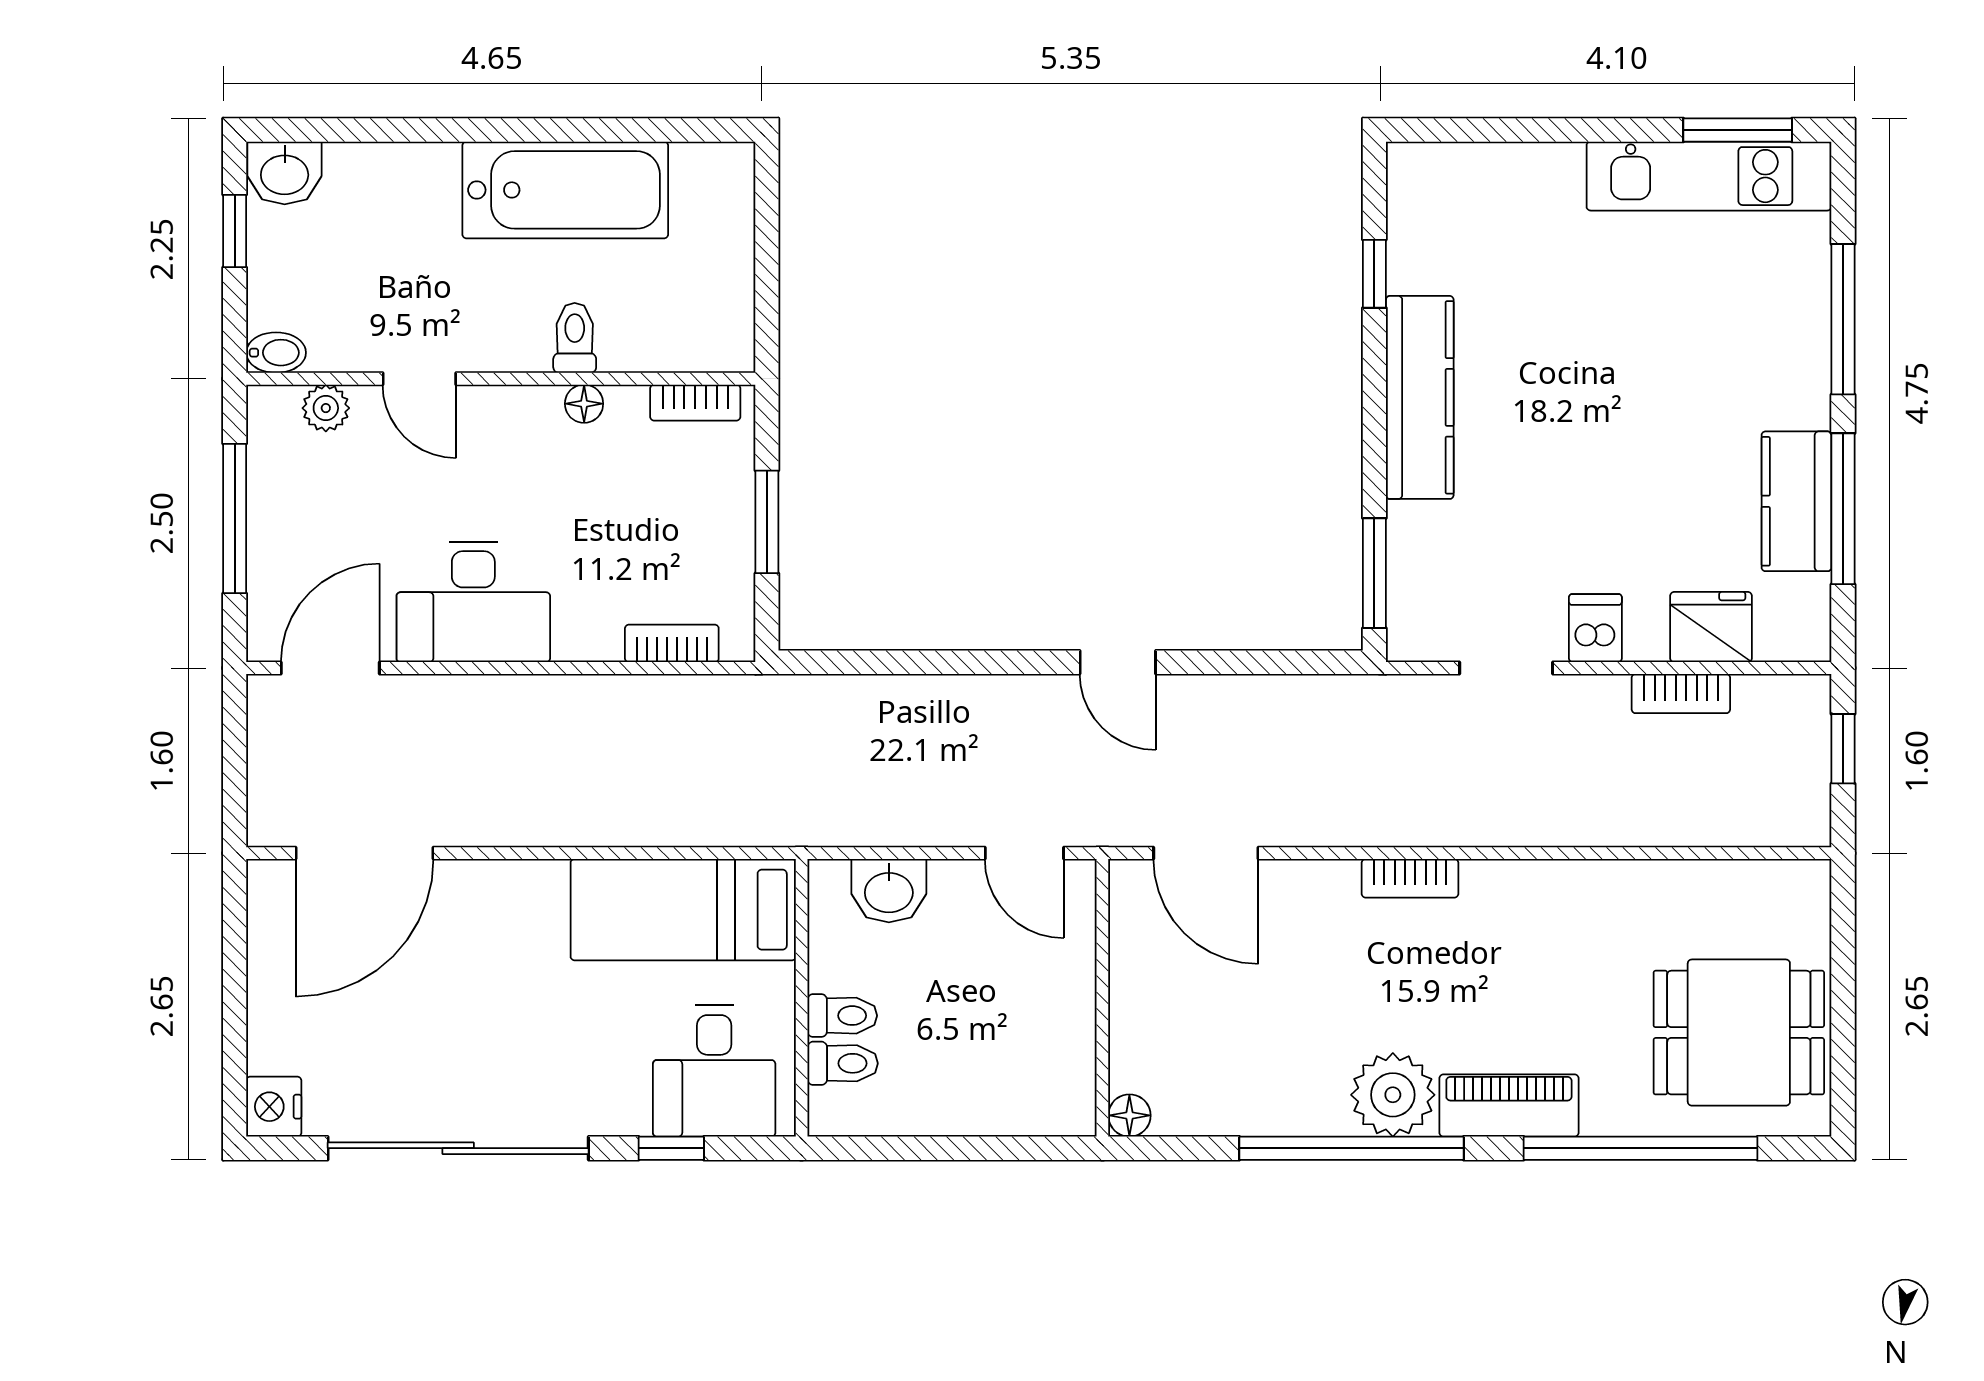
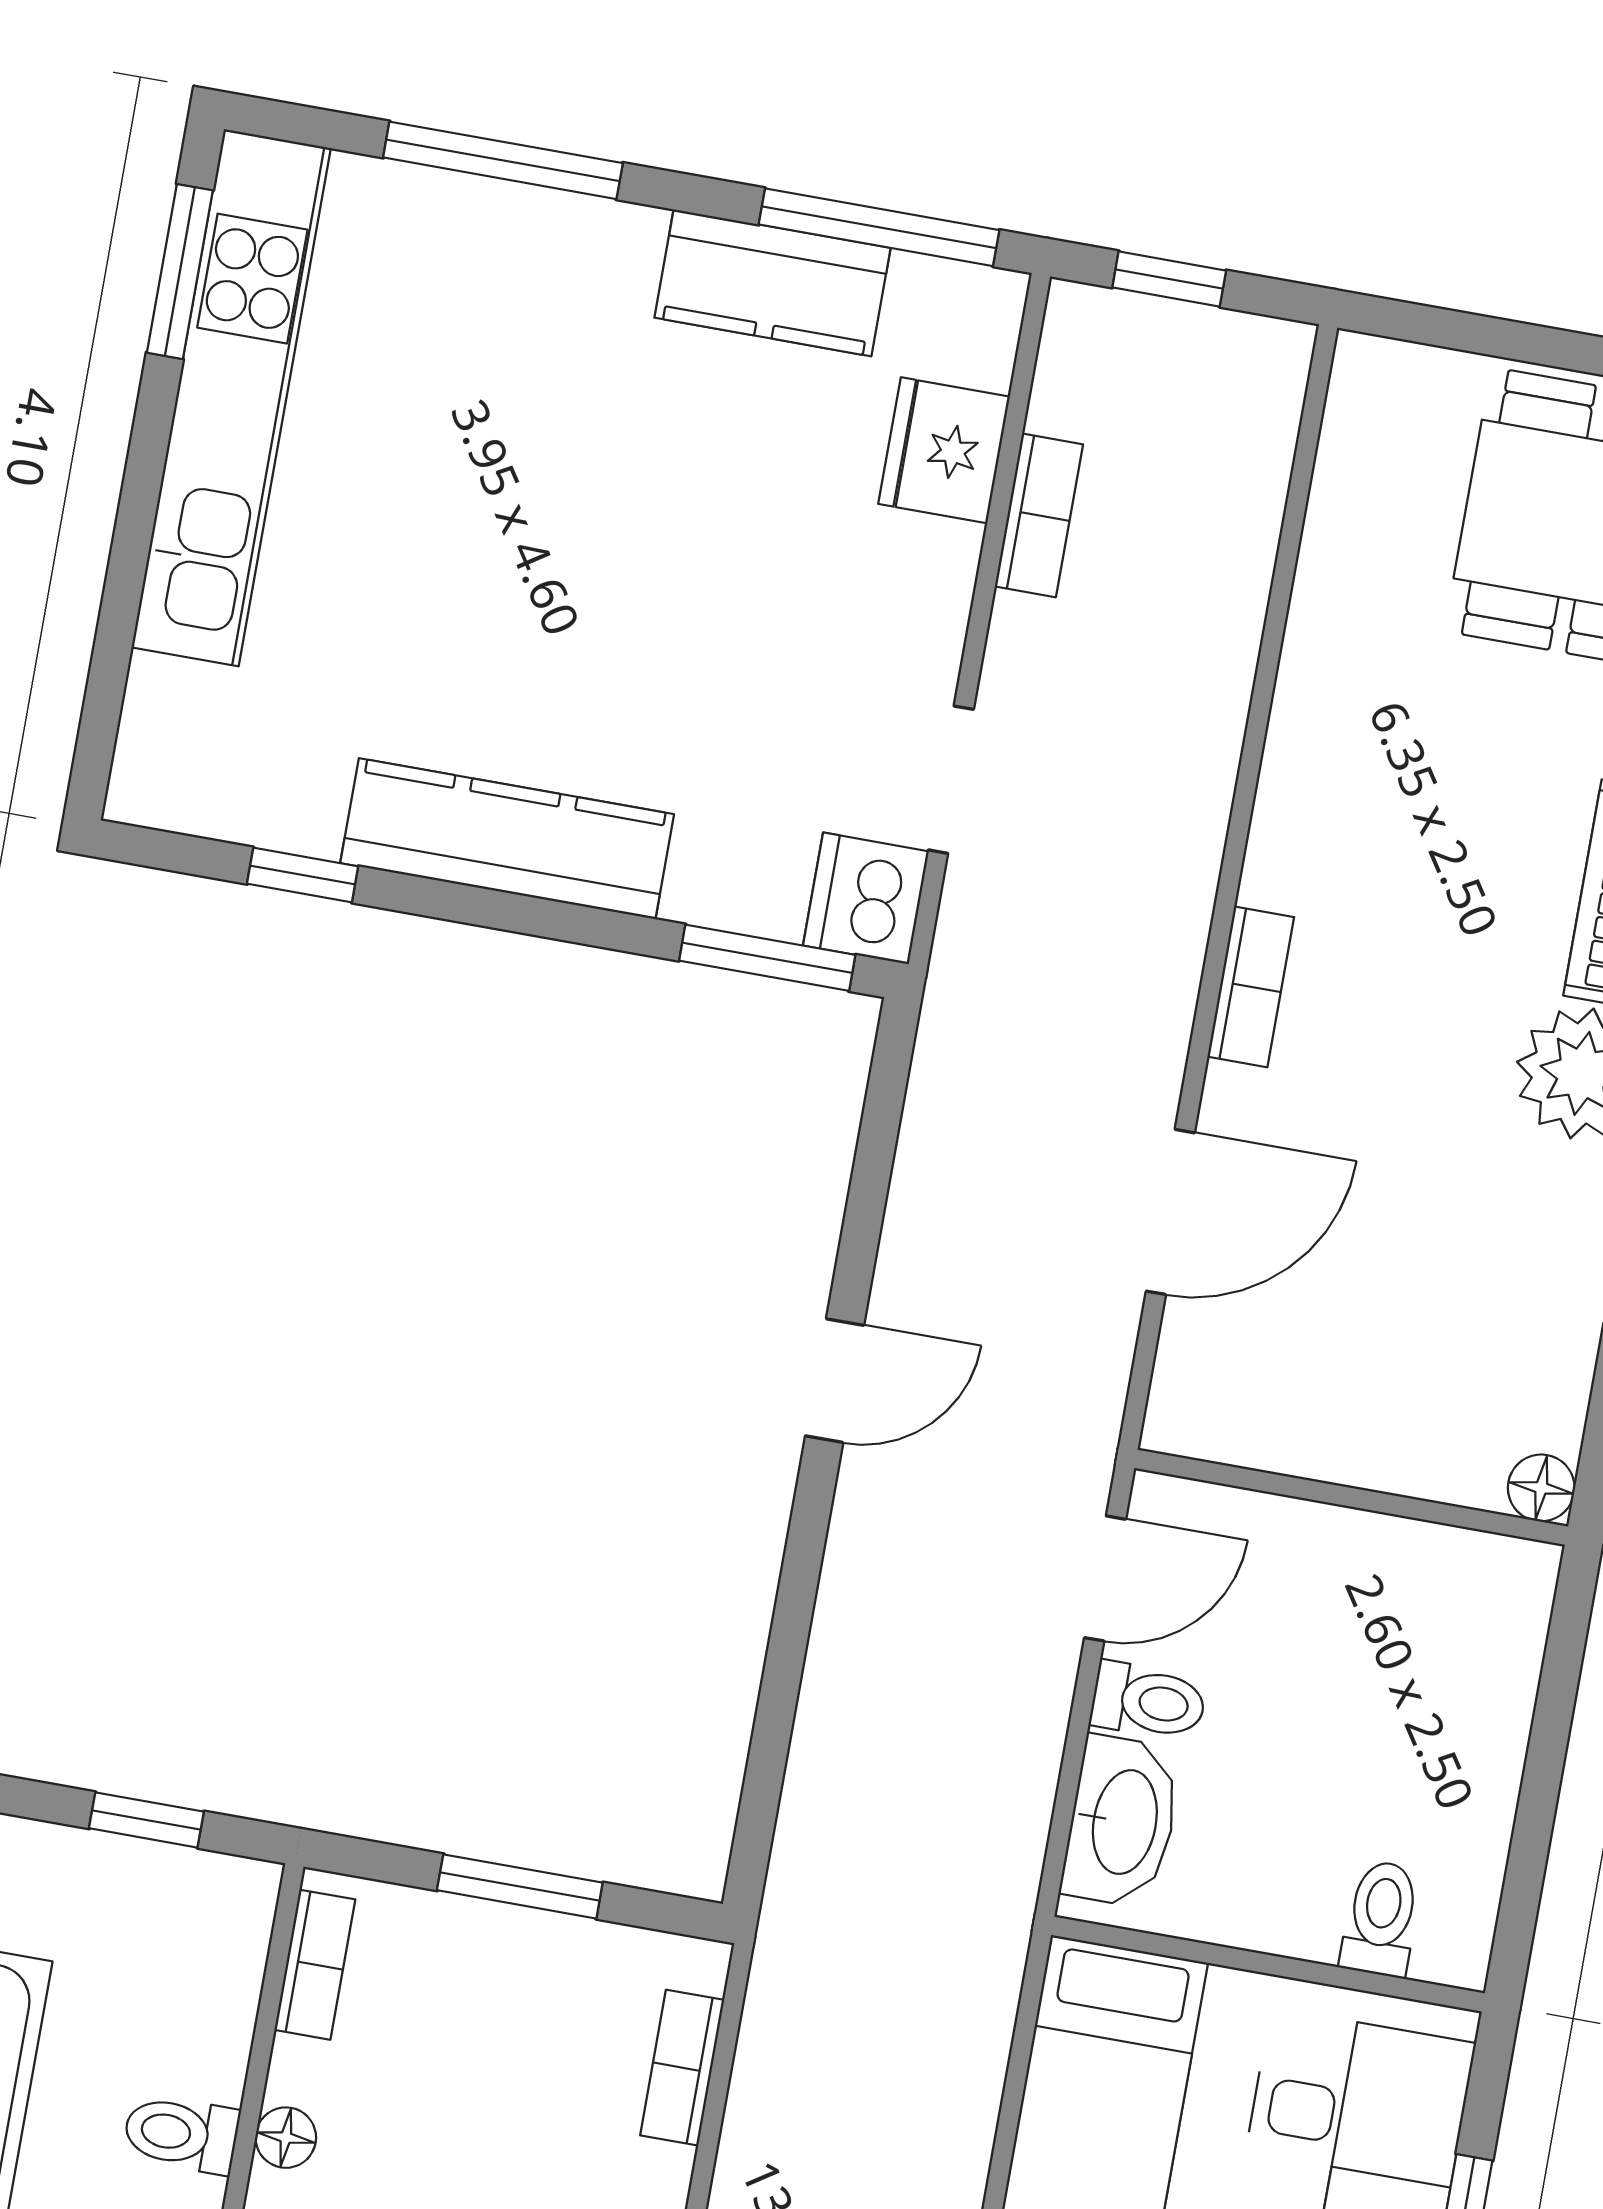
kitchen unit: (1709, 176) -> (231, 398), width x1.36
window: (767, 281) -> (146, 1820), added
window: (1843, 509) -> (879, 227), moved
dishwasher: (1595, 628) -> (866, 898), moved, width x1.38
door: (1206, 853) -> (1170, 1212), moved
washbasin: (889, 891) -> (1122, 1822), width x1.38
toilet: (842, 1016) -> (1148, 1701), moved, turned 90

